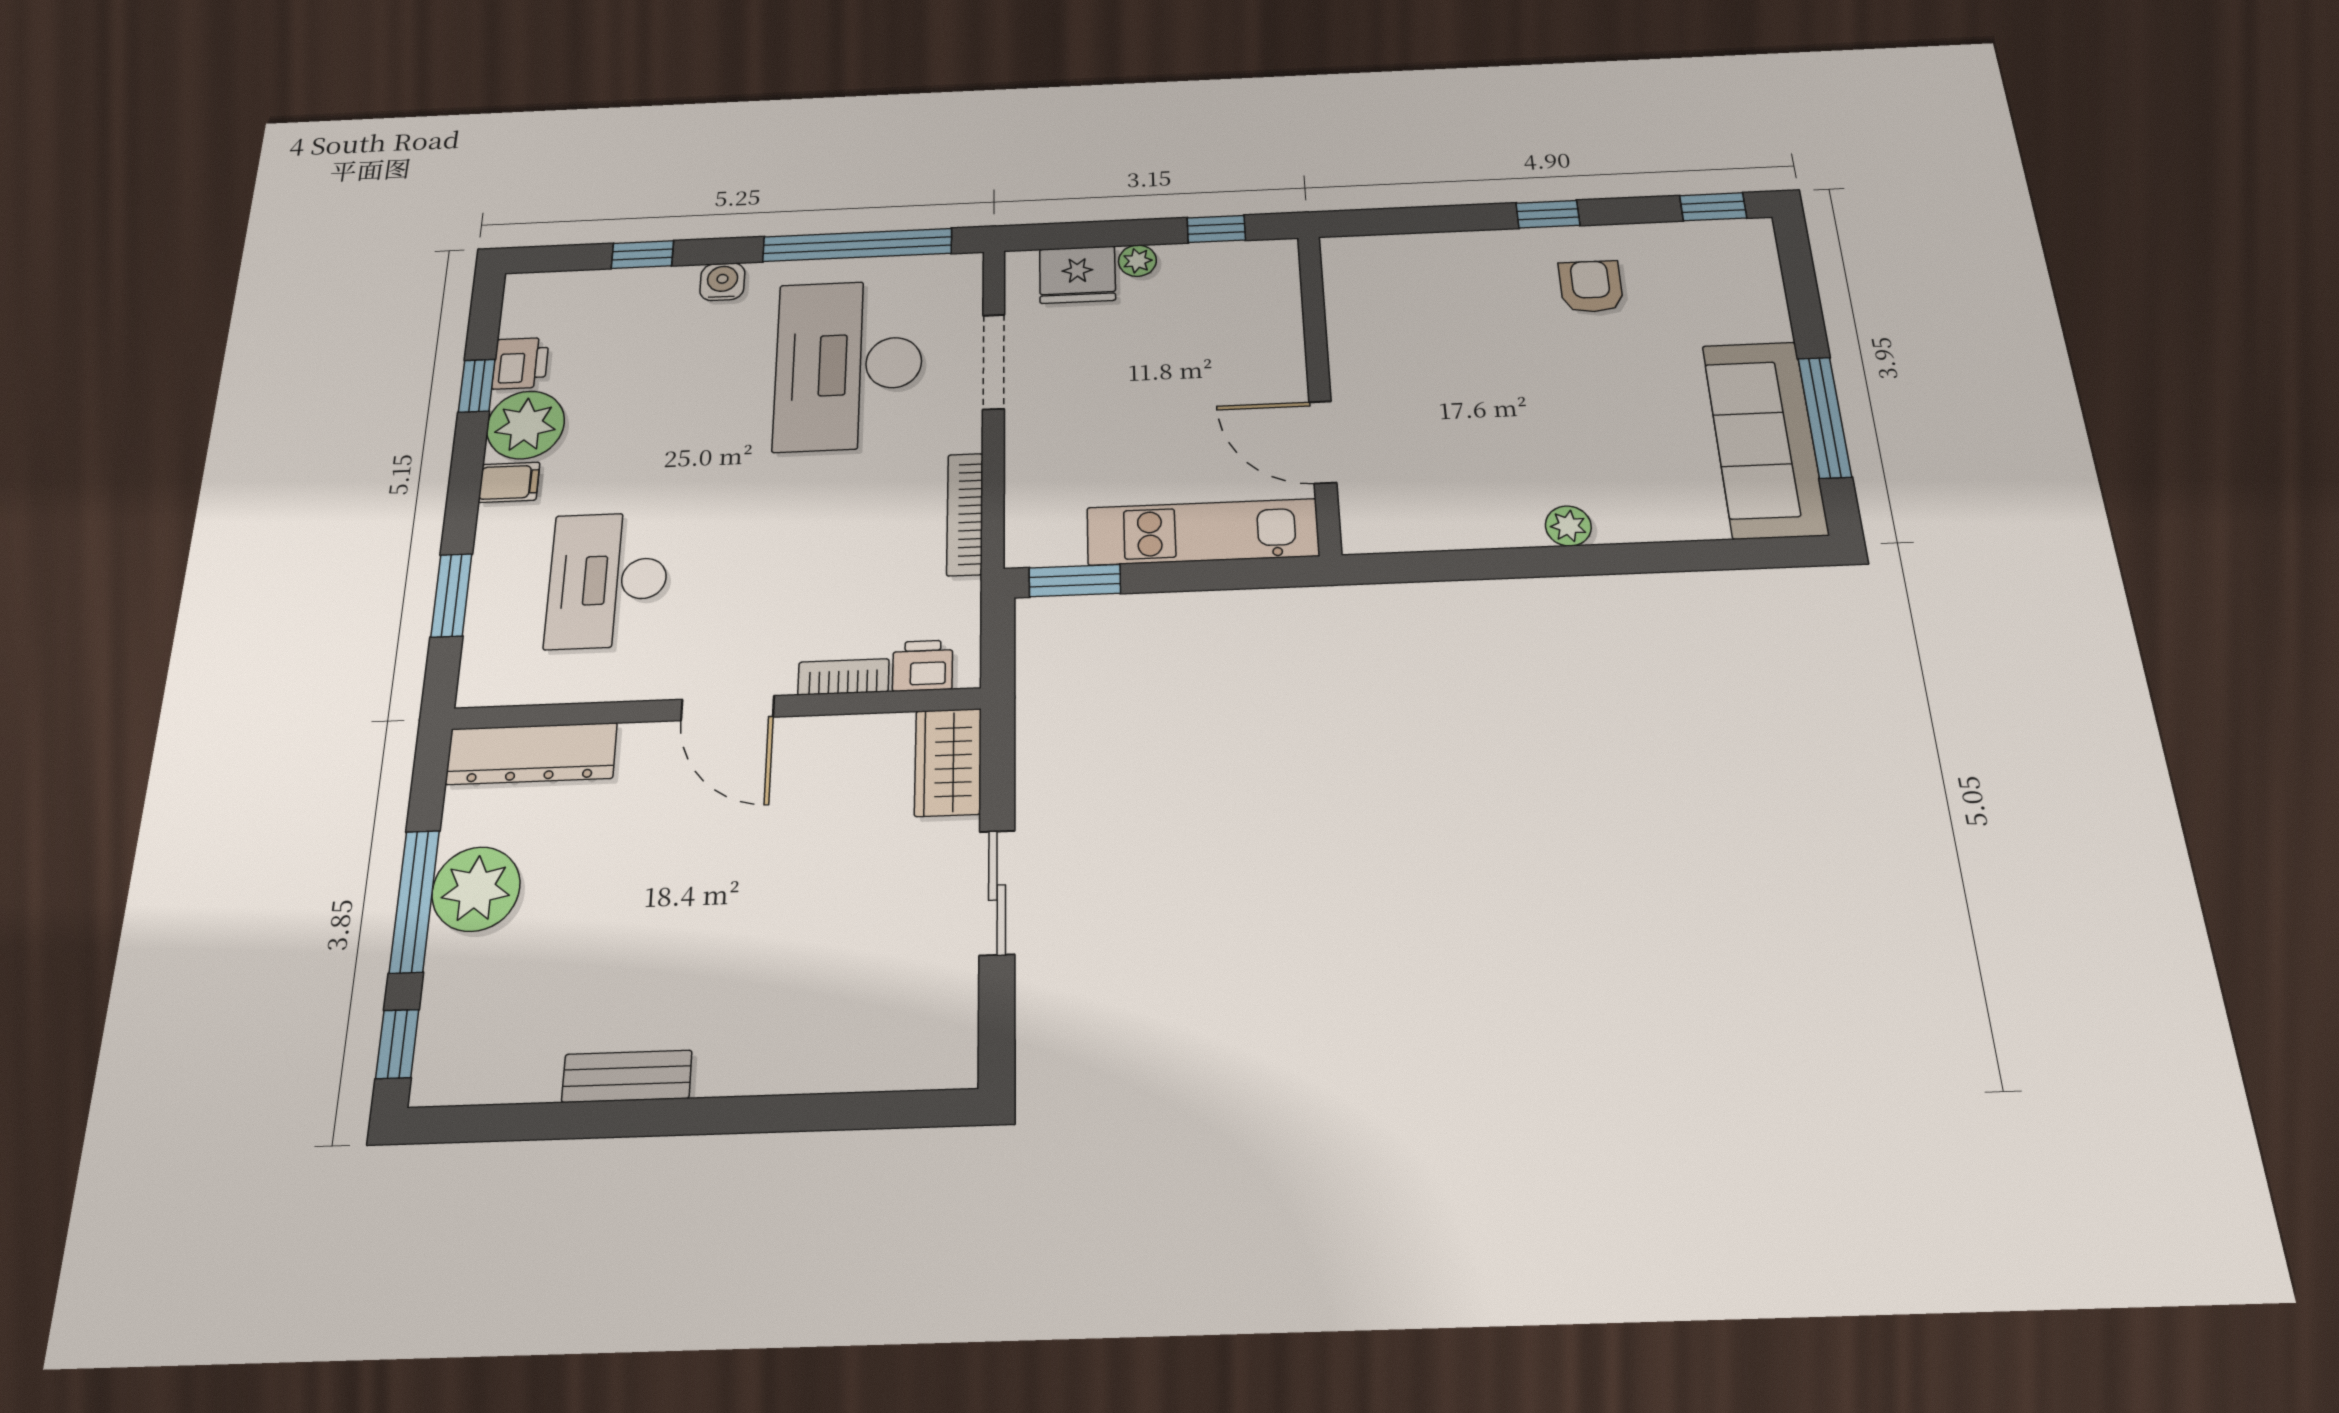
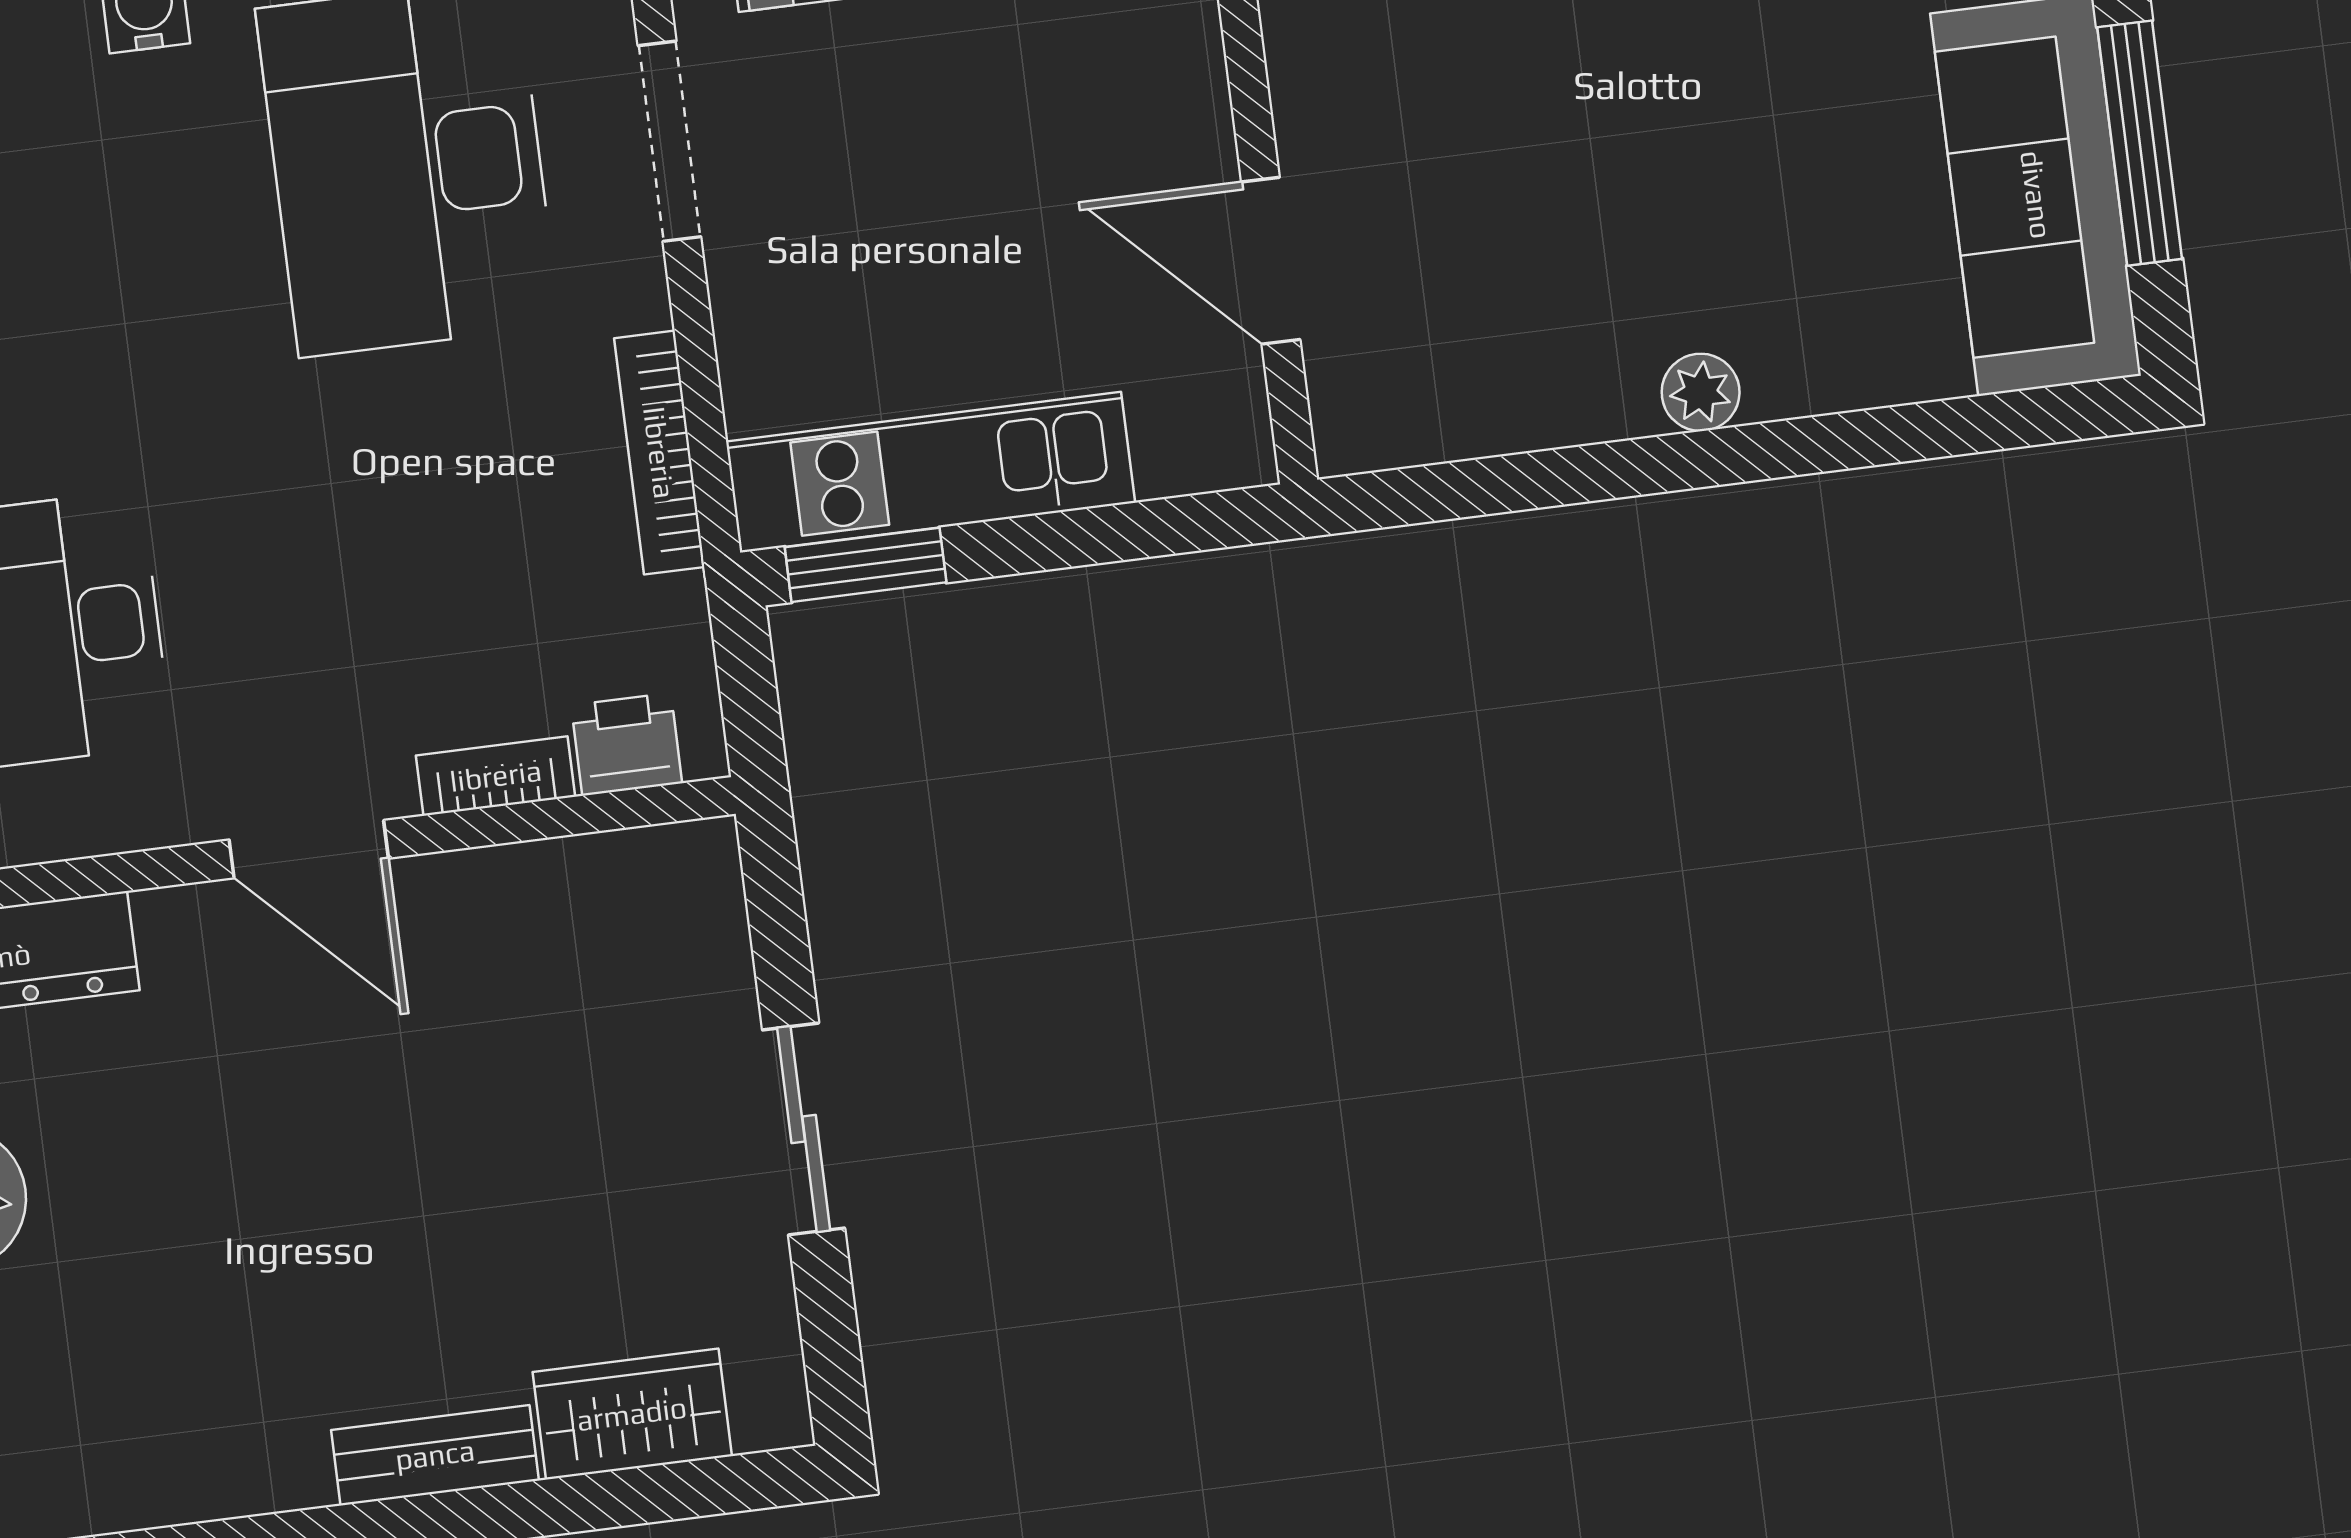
kitchen unit: (1203, 532) -> (931, 472), moved
wardrobe: (948, 762) -> (632, 1414), moved, turned 90
bench: (627, 1076) -> (435, 1455), moved

